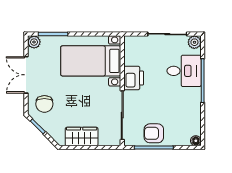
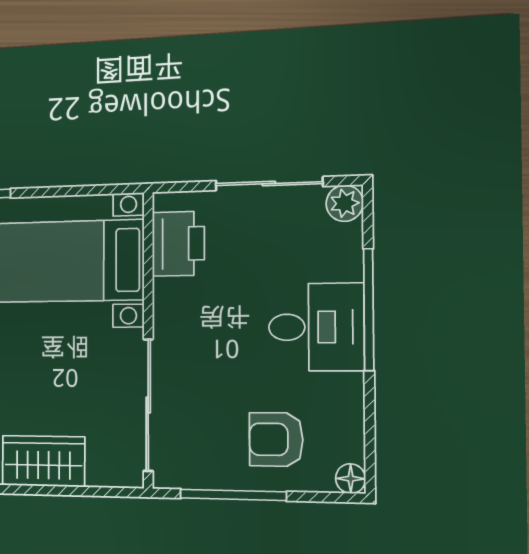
desk: (184, 71) -> (316, 327), moved
printer: (134, 78) -> (178, 244), moved
armchair: (154, 133) -> (276, 439), moved

